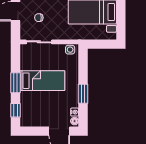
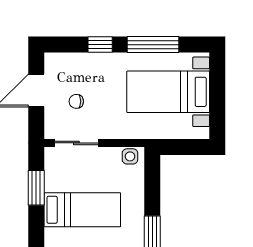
window: (15, 83) -> (36, 188), moved

